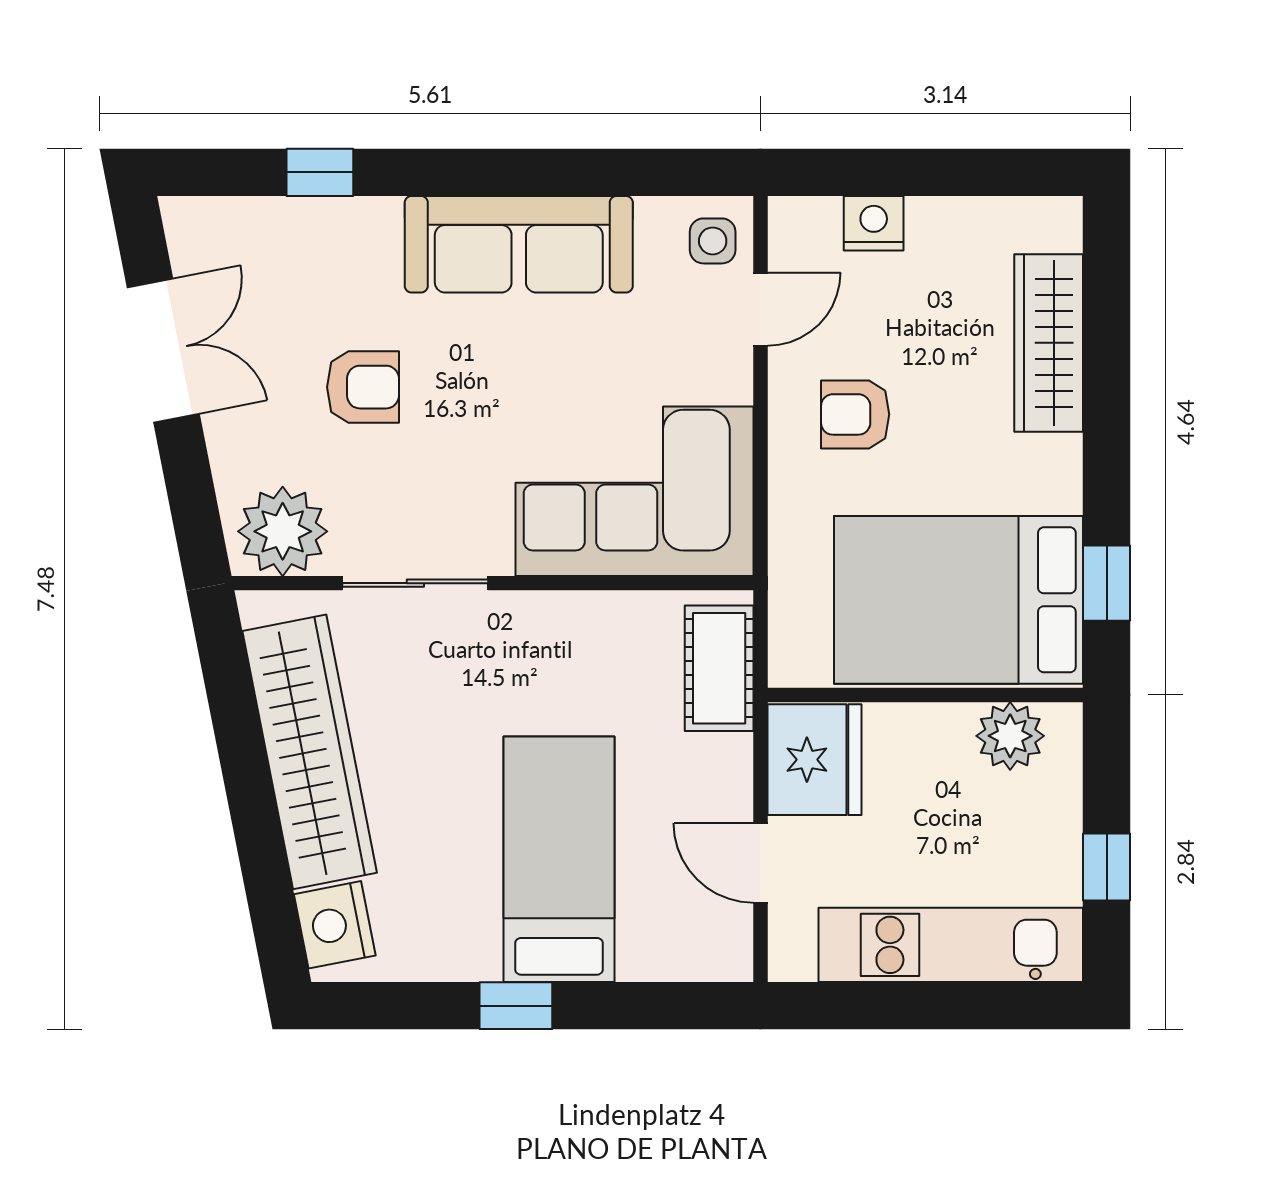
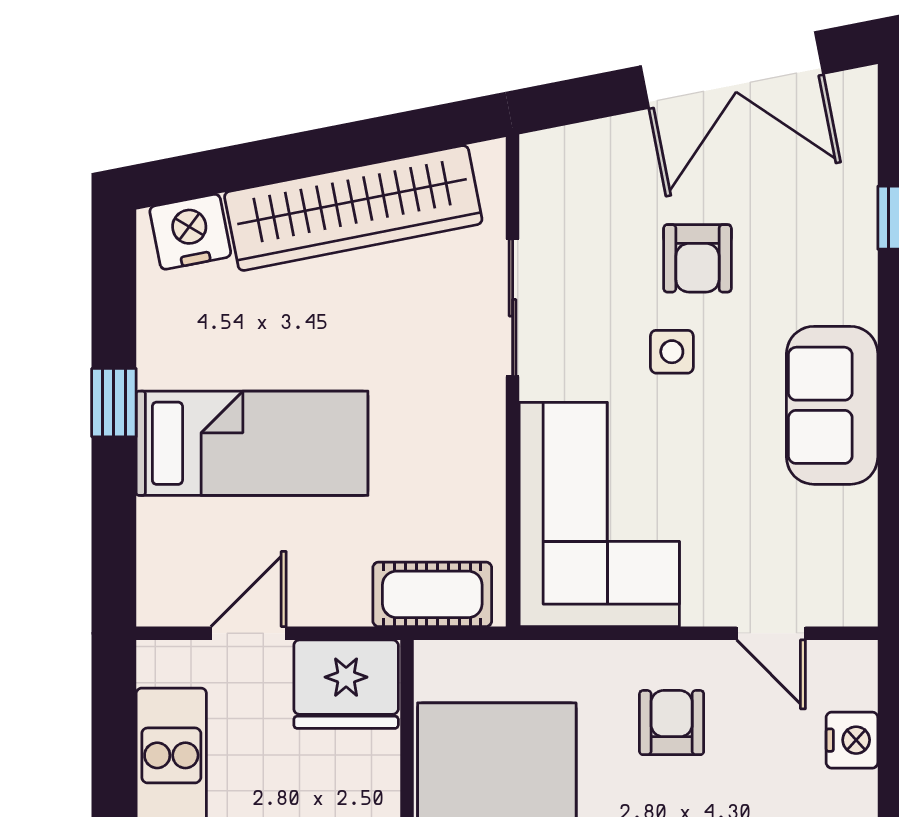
side table: (713, 241) -> (672, 352), moved
sofa: (519, 244) -> (832, 405), width x0.73
double door: (163, 351) -> (732, 70), width x1.37
plant: (283, 531) -> (561, 183), removed

